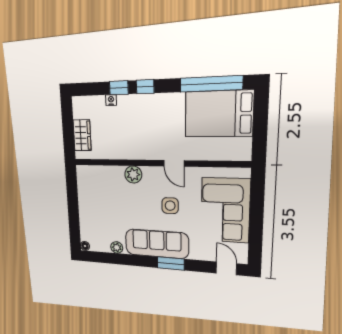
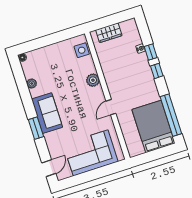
side table: (170, 206) -> (82, 50), moved
sofa: (157, 244) -> (47, 113), width x0.73

